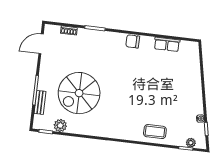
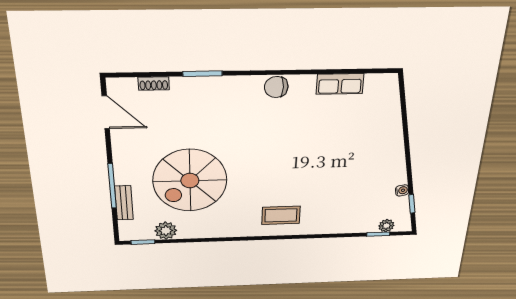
door: (41, 44) -> (106, 112), swing flipped
coffee table: (155, 132) -> (281, 215), moved

